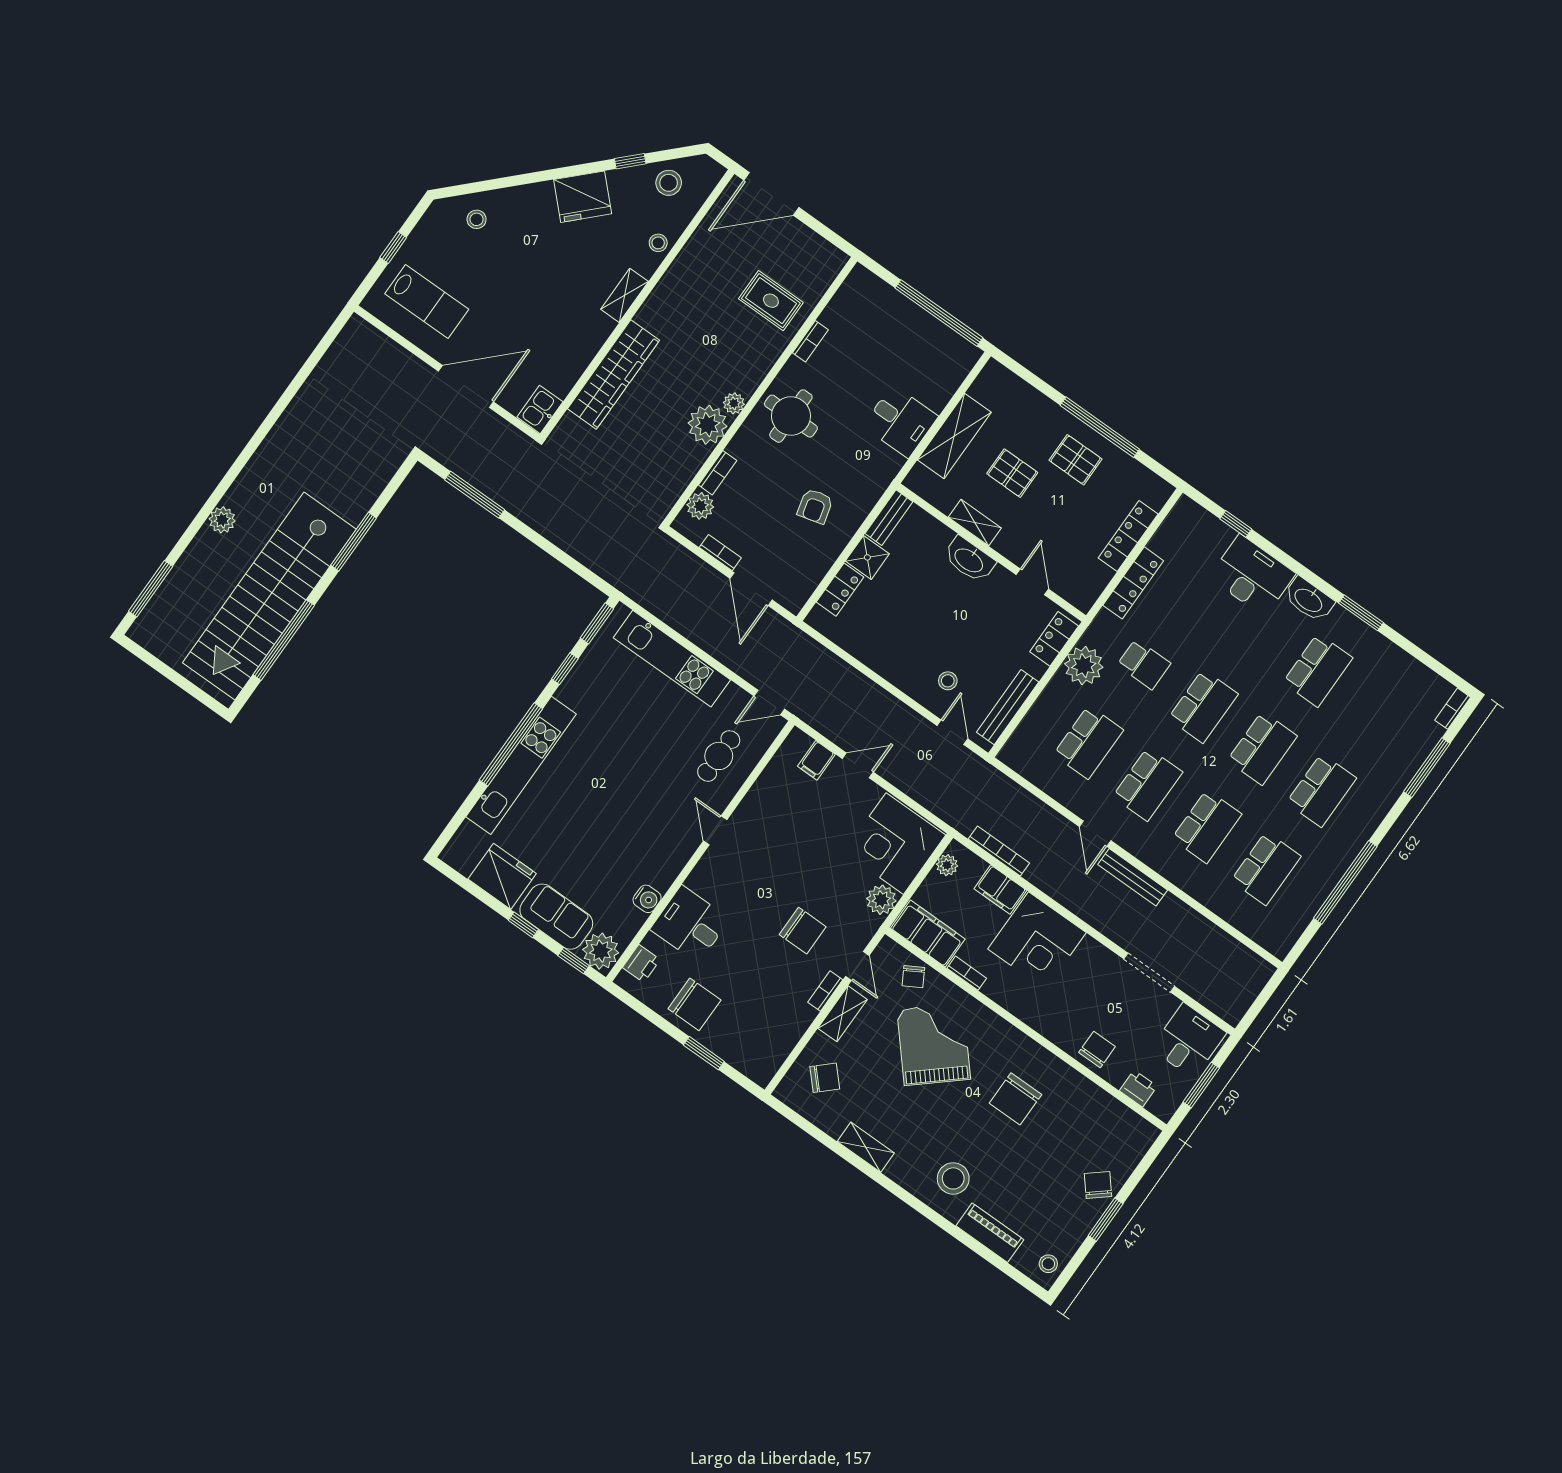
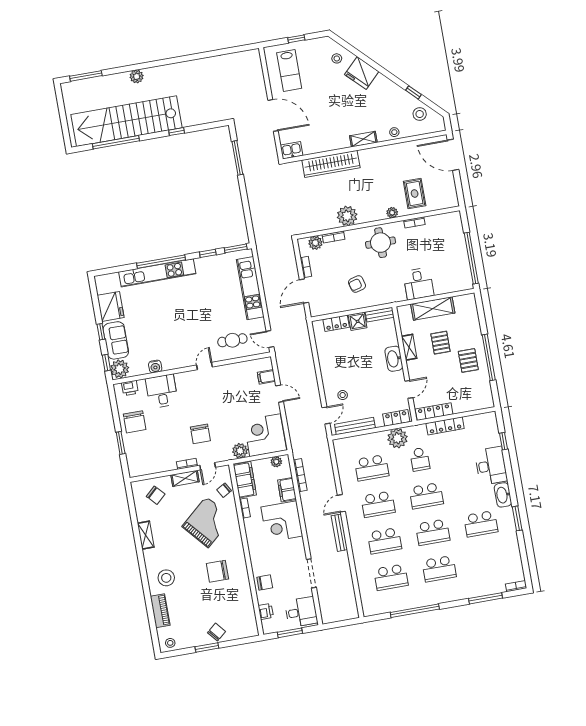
fridge: (583, 197) -> (362, 73), moved
plant: (734, 403) -> (392, 213), moved
locker: (1128, 536) -> (434, 412), moved
window: (354, 542) -> (177, 132), width x0.46

